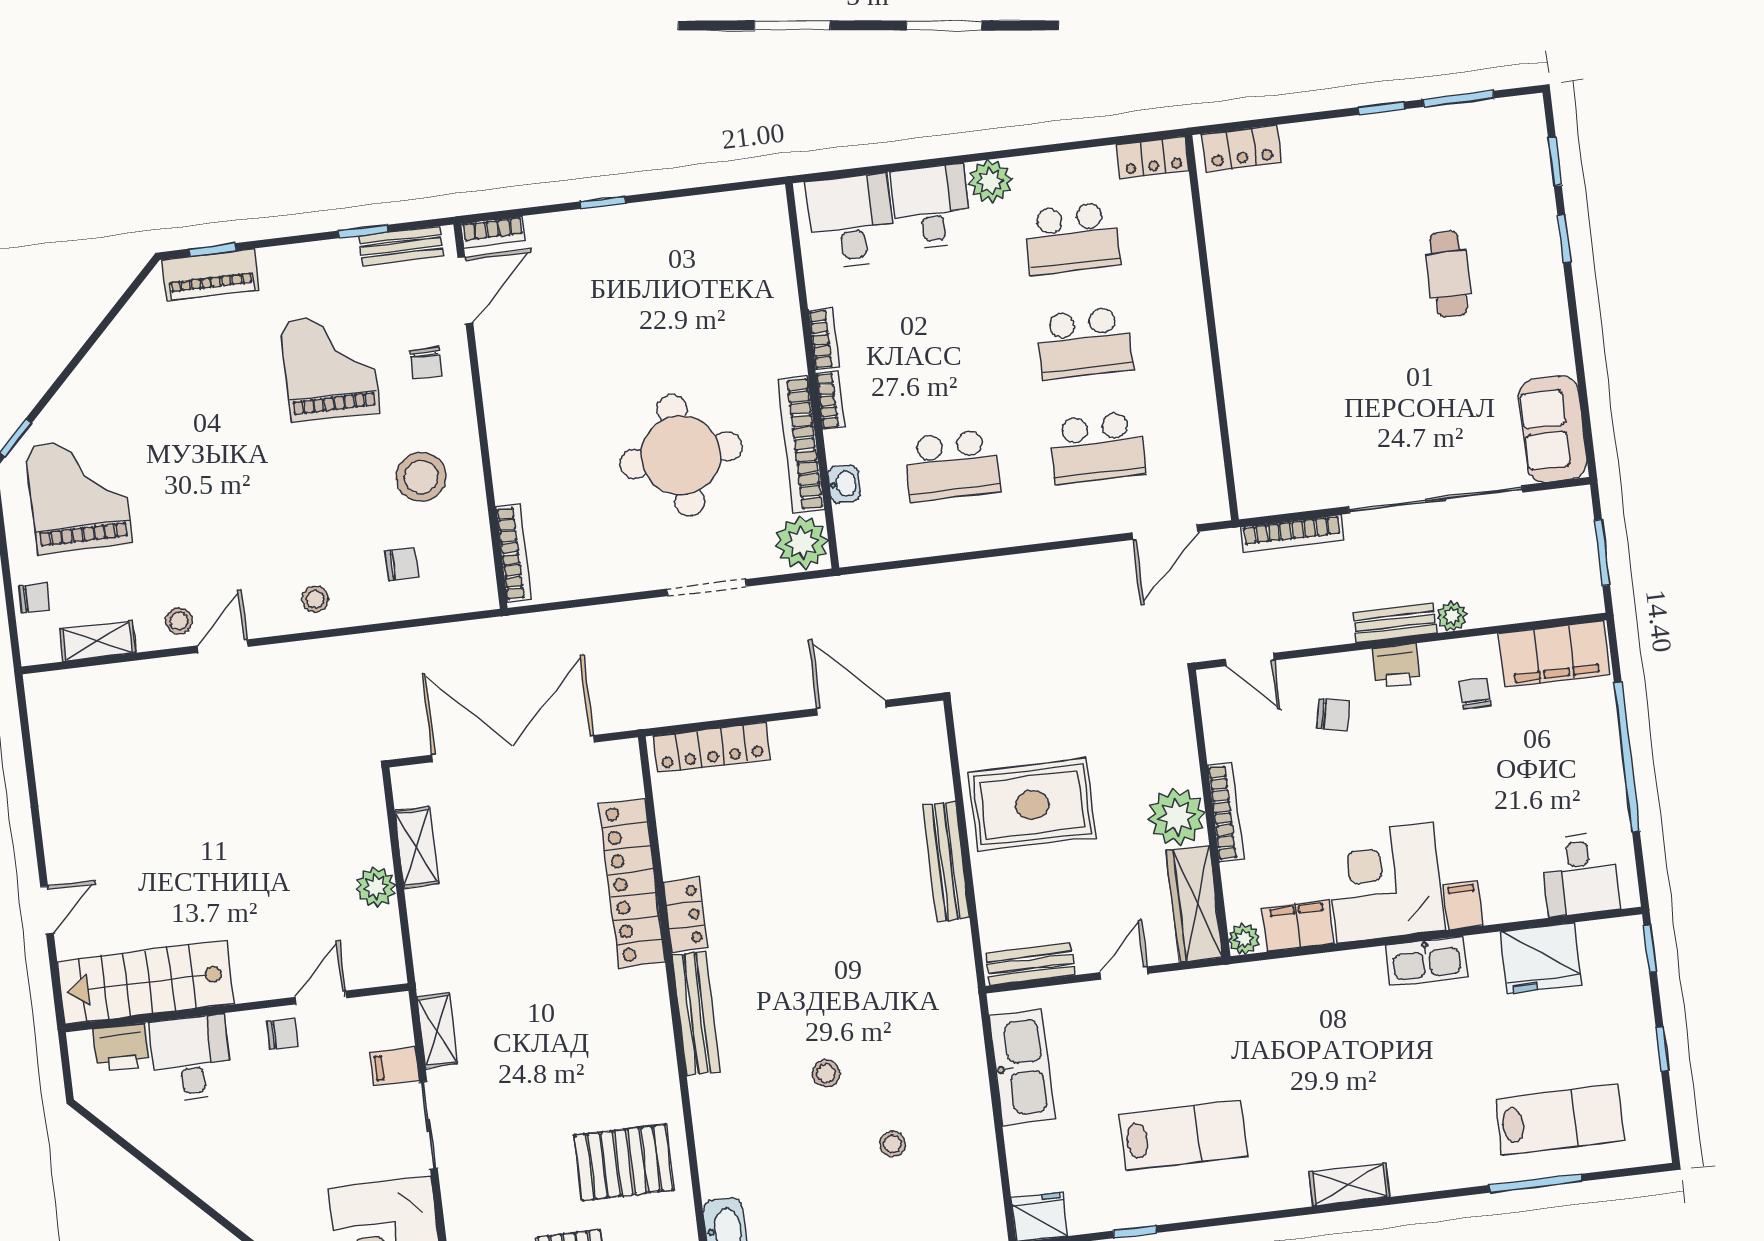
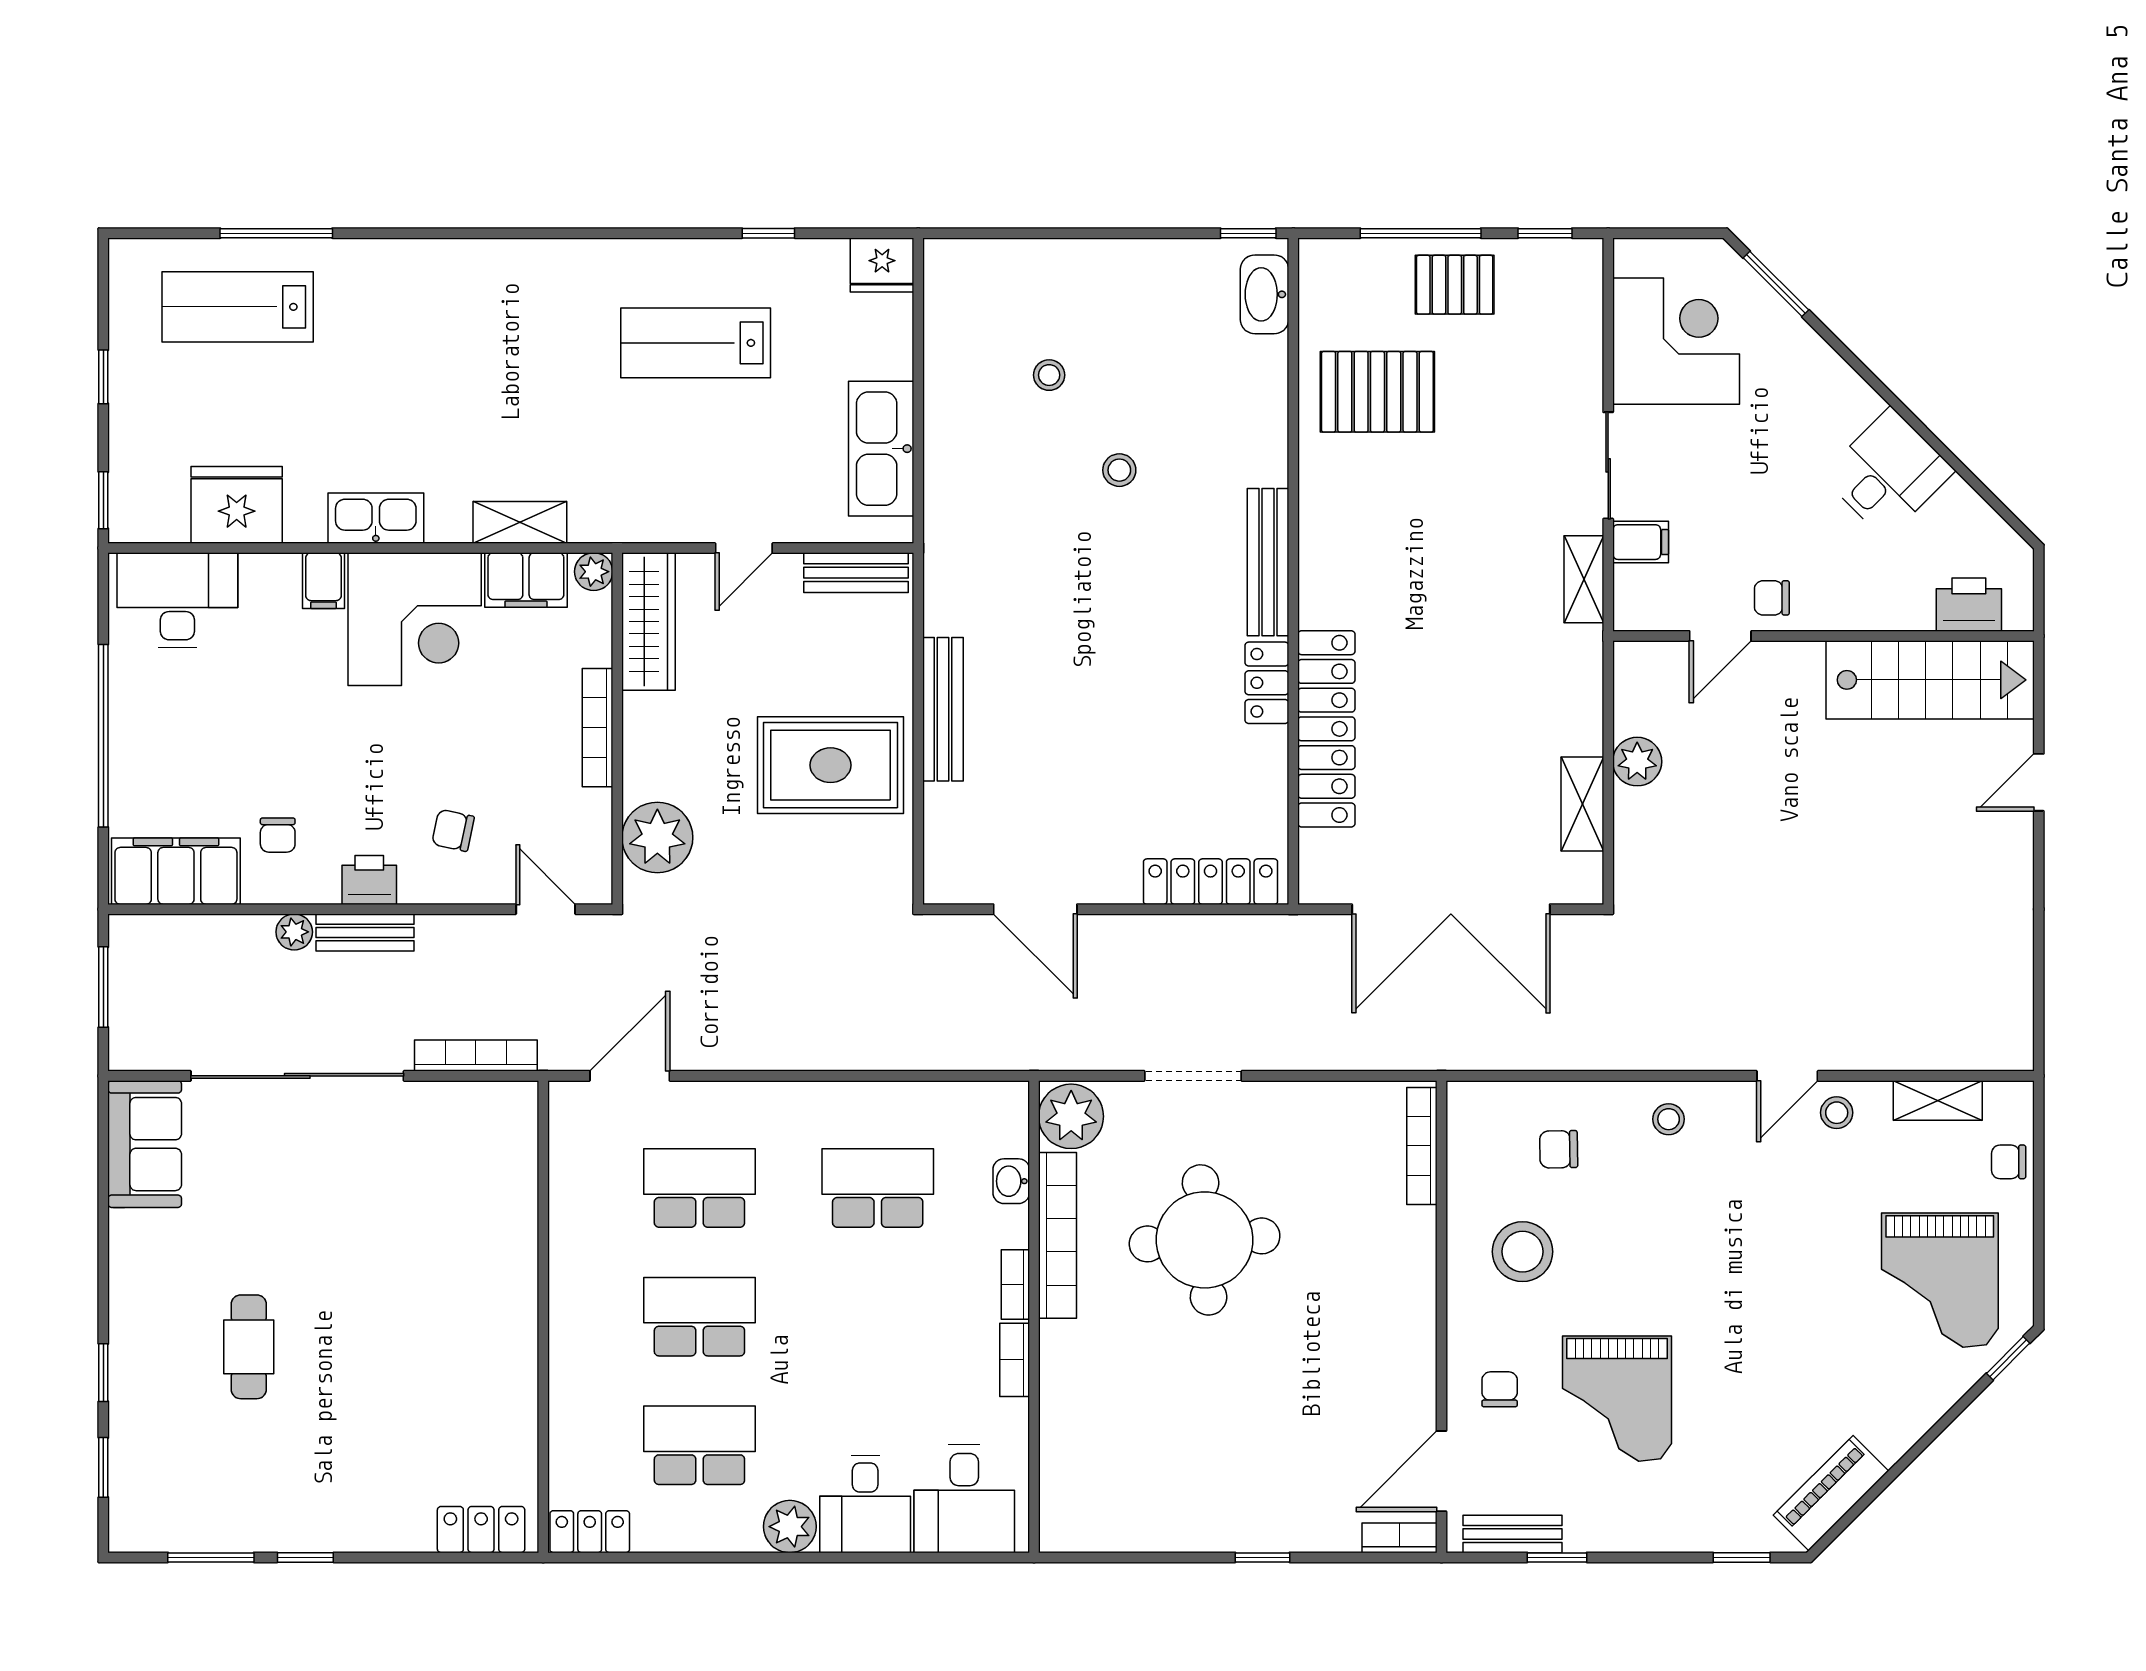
piano: (210, 275) -> (1831, 1493), moved, turned -45
plant: (1177, 817) -> (657, 838), moved
desk: (1580, 875) -> (177, 600), width x1.37
desk: (191, 1058) -> (1888, 473), moved, turned -135
shelving: (1349, 1185) -> (520, 522), moved

